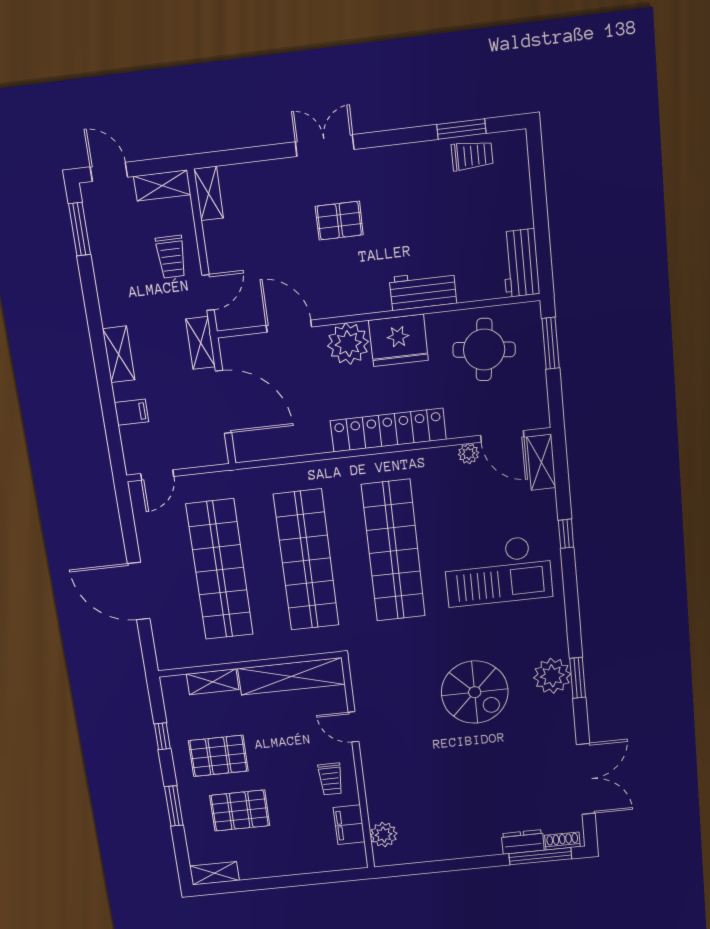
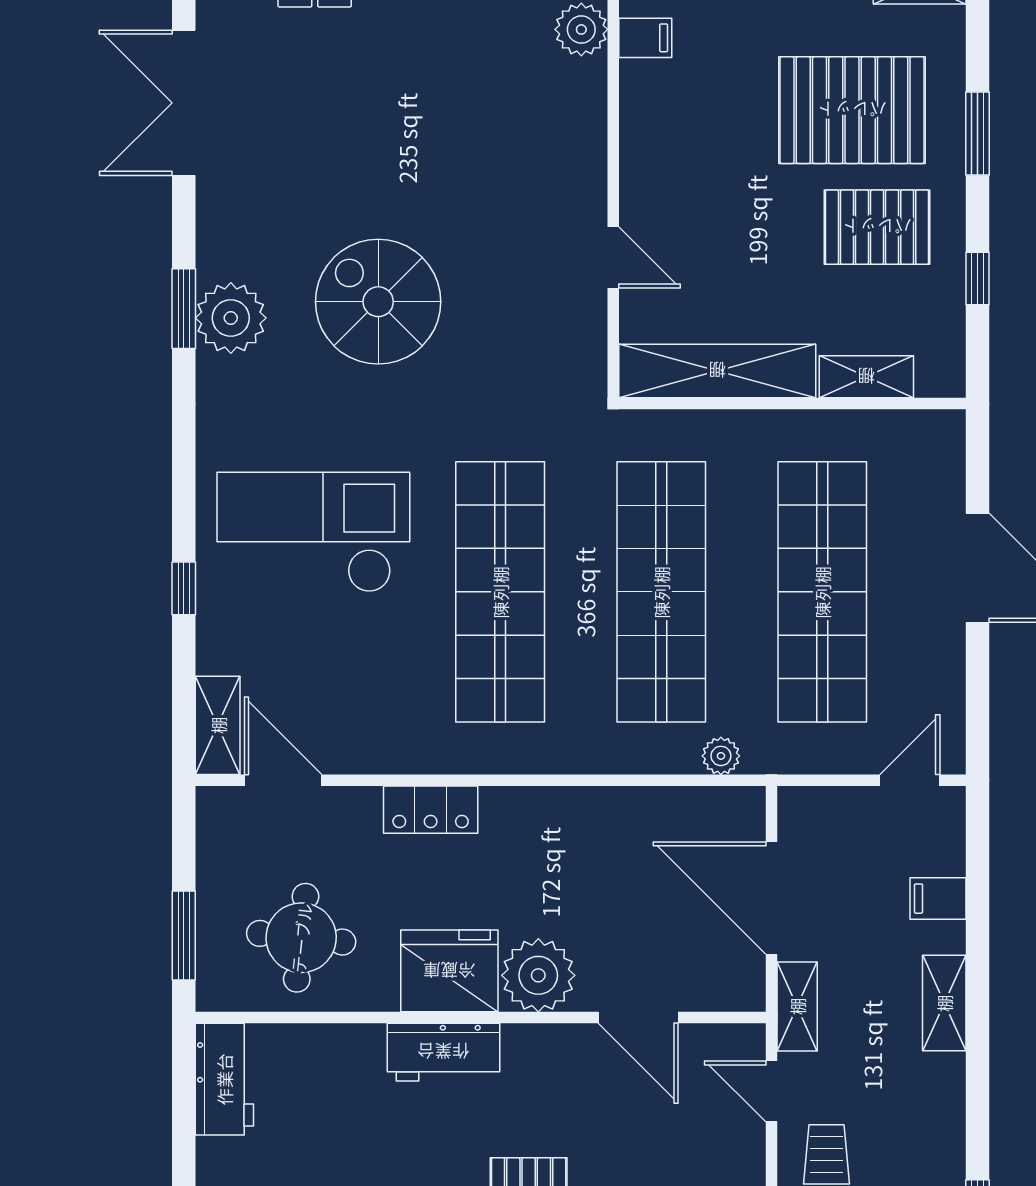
workbench: (423, 290) -> (443, 1052), moved
door: (208, 293) -> (771, 1091), hinge flipped
locker: (388, 430) -> (431, 810), width x0.46, depth x0.83
plant: (469, 454) -> (721, 756), moved
trolley: (331, 779) -> (669, 156), removed
pallet: (240, 811) -> (852, 110), width x1.37, depth x1.41
filing cabinet: (349, 825) -> (645, 38), width x0.50

